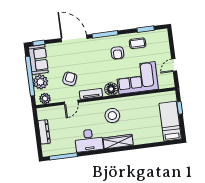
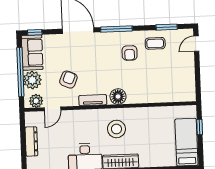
door: (174, 65) -> (196, 44), moved
corner sofa: (137, 78) -> (151, 86), removed
door: (71, 102) -> (52, 109), moved

